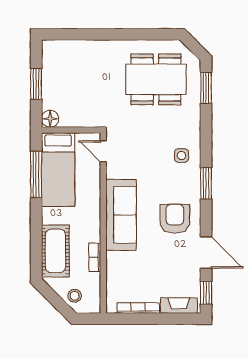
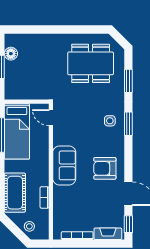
window: (206, 88) -> (128, 81), moved
floor lamp: (50, 119) -> (11, 54), moved
window: (206, 183) -> (128, 124), moved
sofa: (121, 215) -> (64, 165), width x0.73
armchair: (175, 219) -> (105, 168), turned -90

